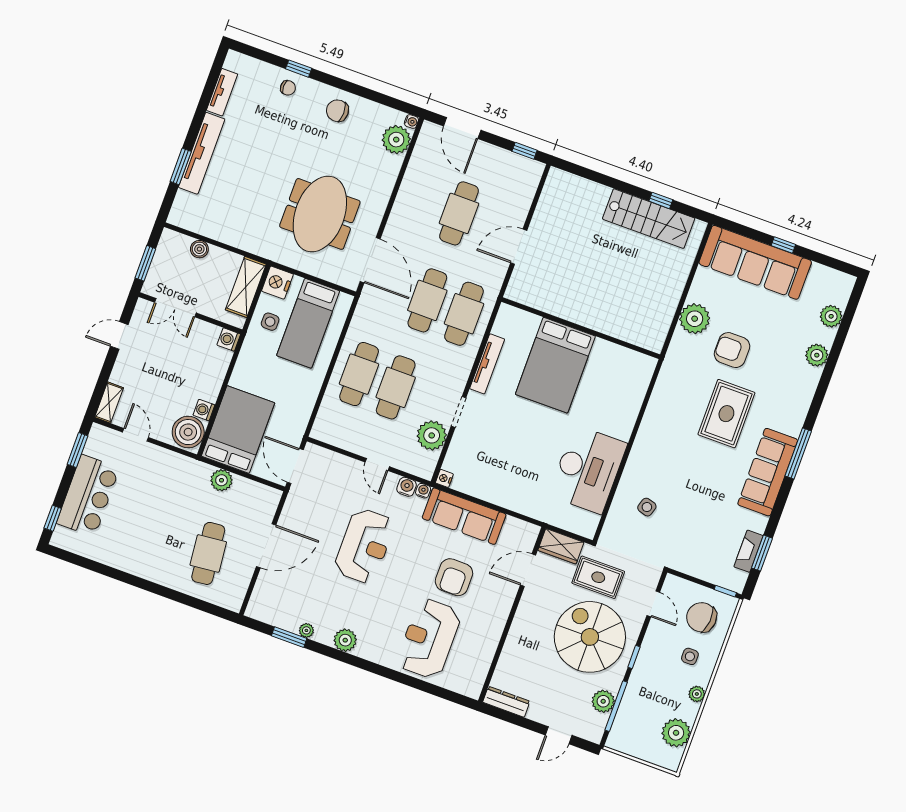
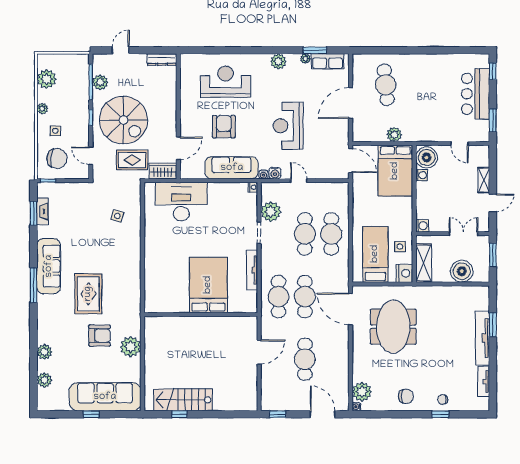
boiler: (199, 249) -> (462, 271), width x1.86, depth x1.86
shelving: (109, 403) -> (484, 180), moved
desk: (588, 470) -> (181, 202), moved, turned 90
row of seats: (277, 615) -> (328, 61), added
reception desk: (429, 639) -> (226, 82), turned -90

